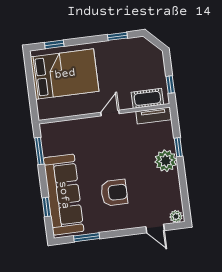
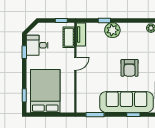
desk: (130, 54) -> (37, 45), added
door: (110, 113) -> (75, 64), swing flipped
armchair: (114, 193) -> (130, 68), turned 180

